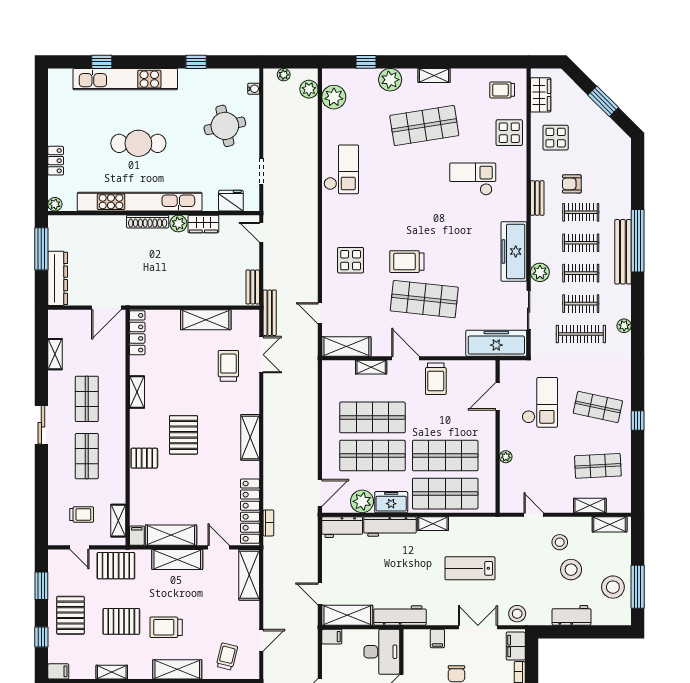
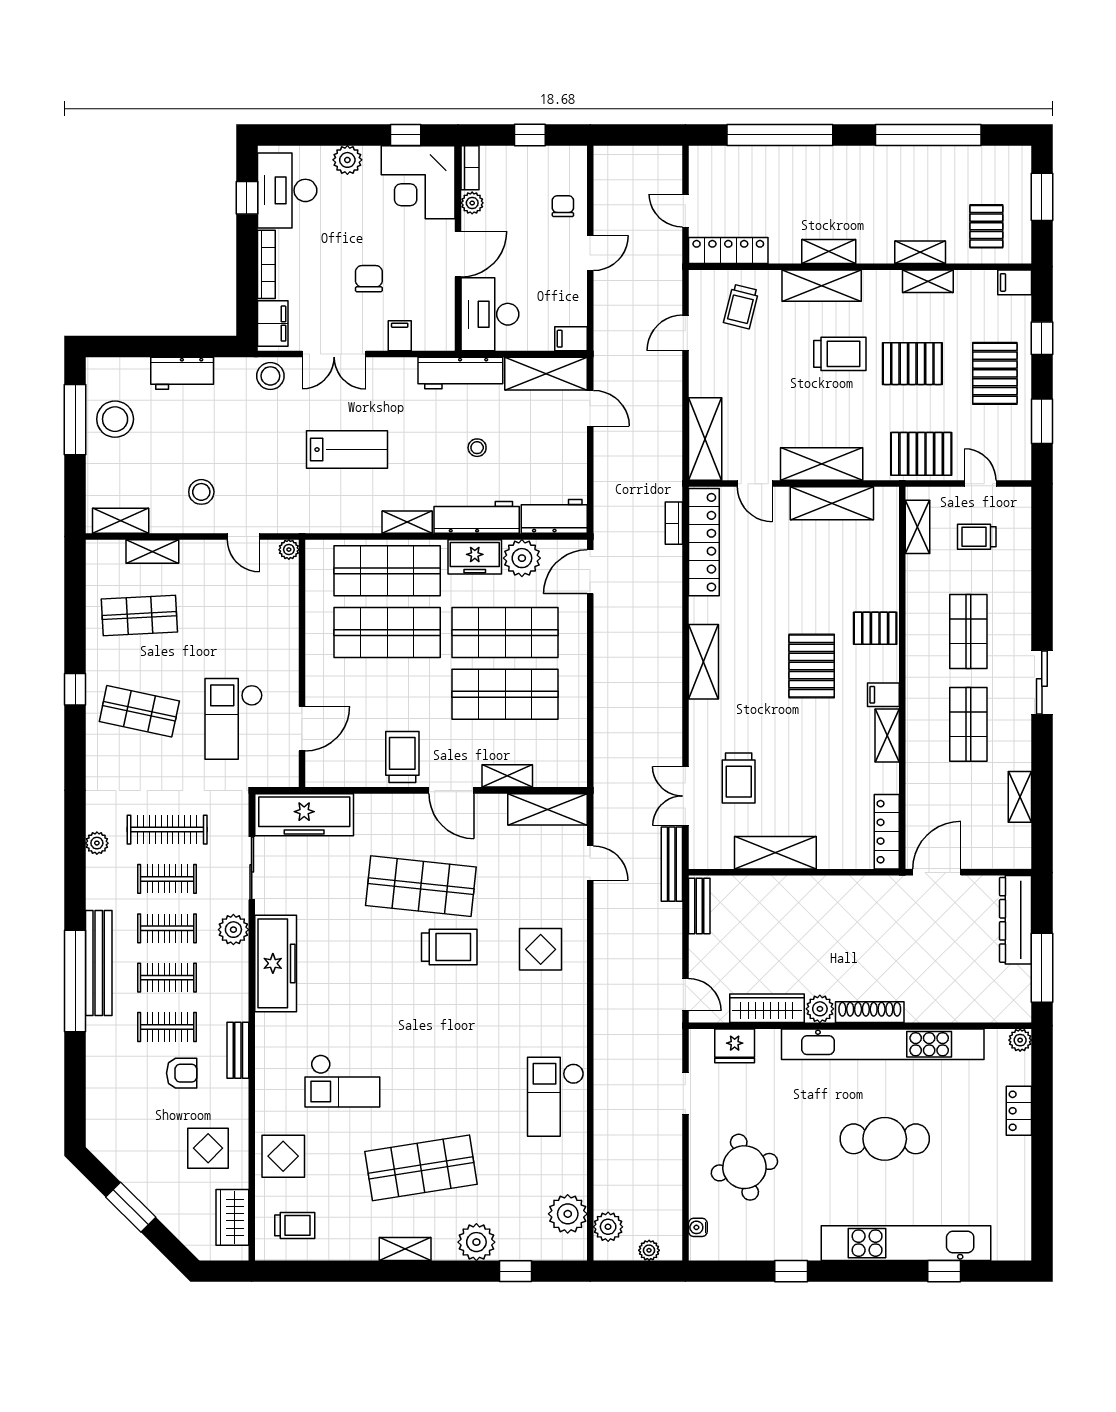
wardrobe: (203, 224) -> (767, 1008), width x1.50
plant: (506, 457) -> (289, 550), moved
filing cabinet: (137, 536) -> (883, 695), moved, turned 90
stool: (571, 570) -> (477, 448), moved, width x0.53, depth x0.53

